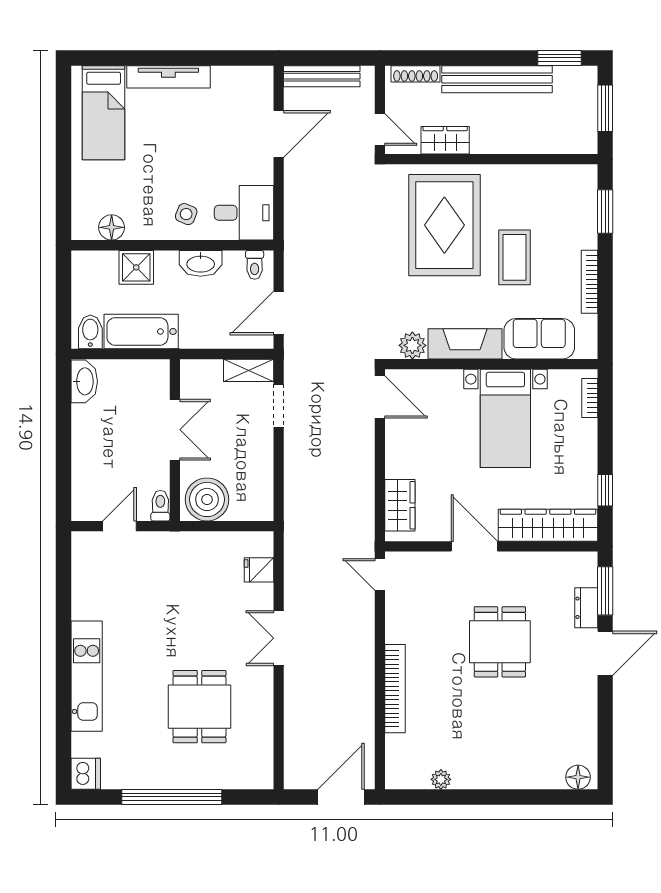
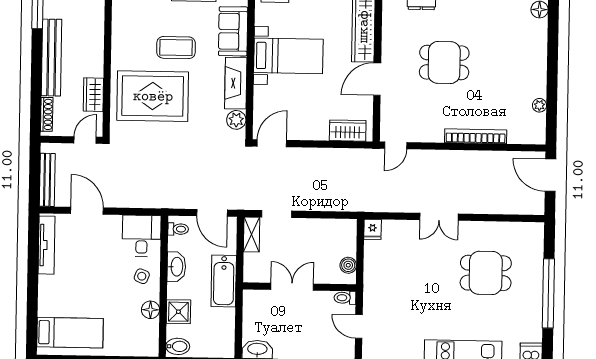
tv unit: (168, 77) -> (47, 245), moved
floor lamp: (112, 227) -> (151, 310), moved
bidet: (90, 332) -> (178, 346), moved, turned 180
bathtub: (141, 332) -> (224, 281), moved
boiler: (207, 499) -> (348, 265), width x0.54, depth x0.54
fridge: (259, 570) -> (373, 229), moved

